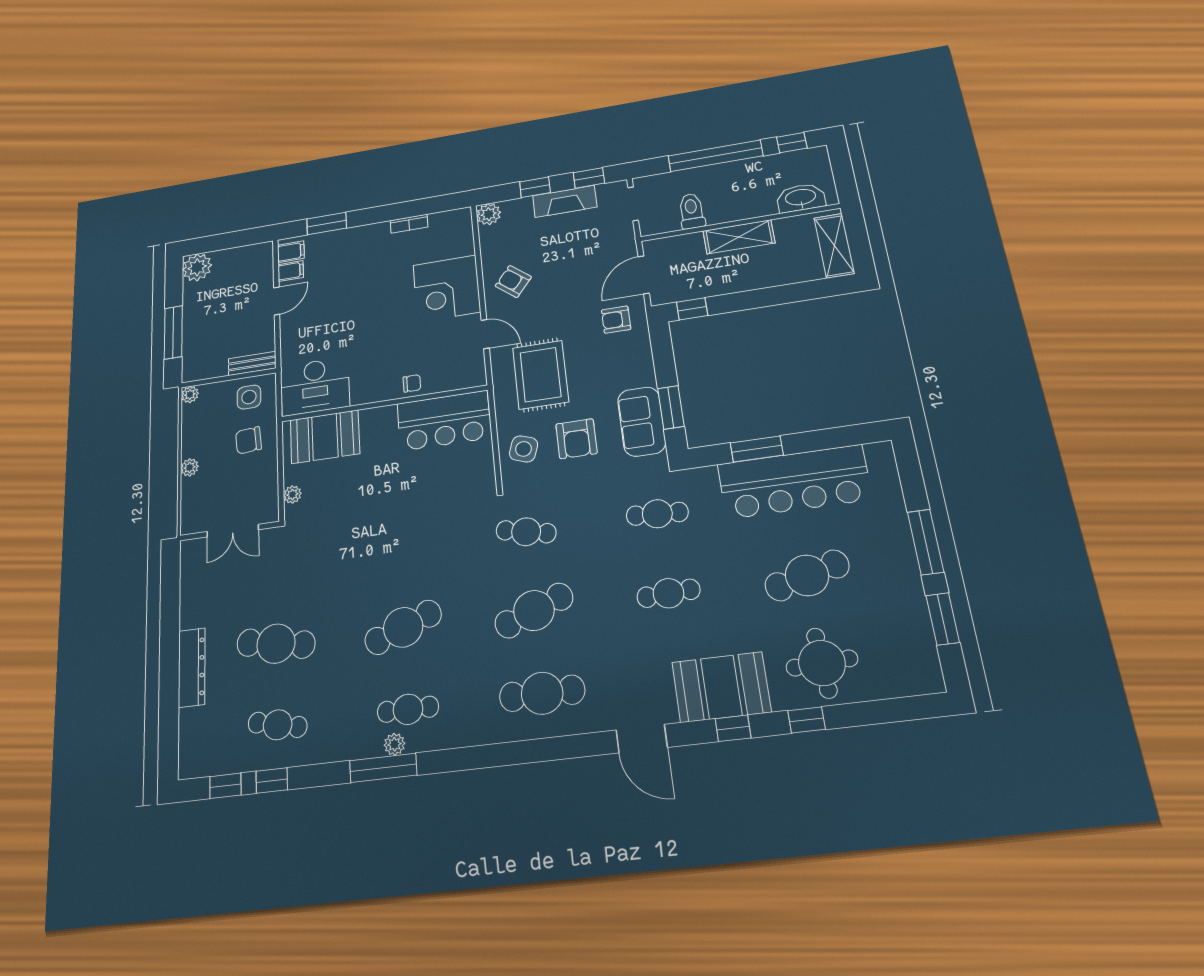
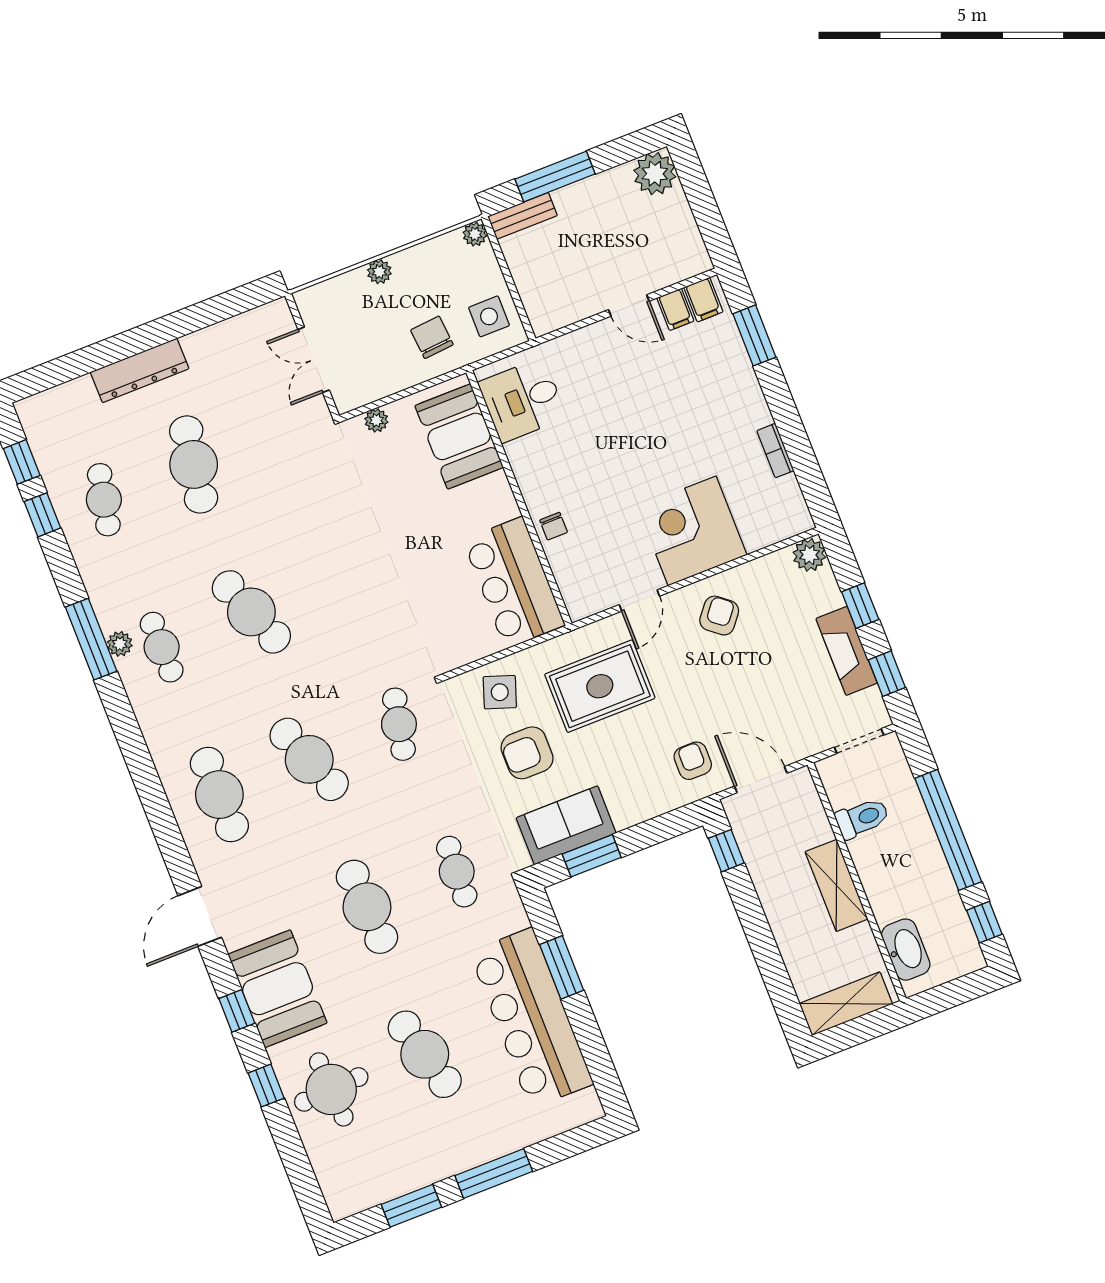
bench: (252, 363) -> (522, 216), moved, turned 90
desk: (315, 386) -> (522, 400), width x0.73
cafe table: (668, 593) -> (367, 907), width x1.37, depth x1.35

